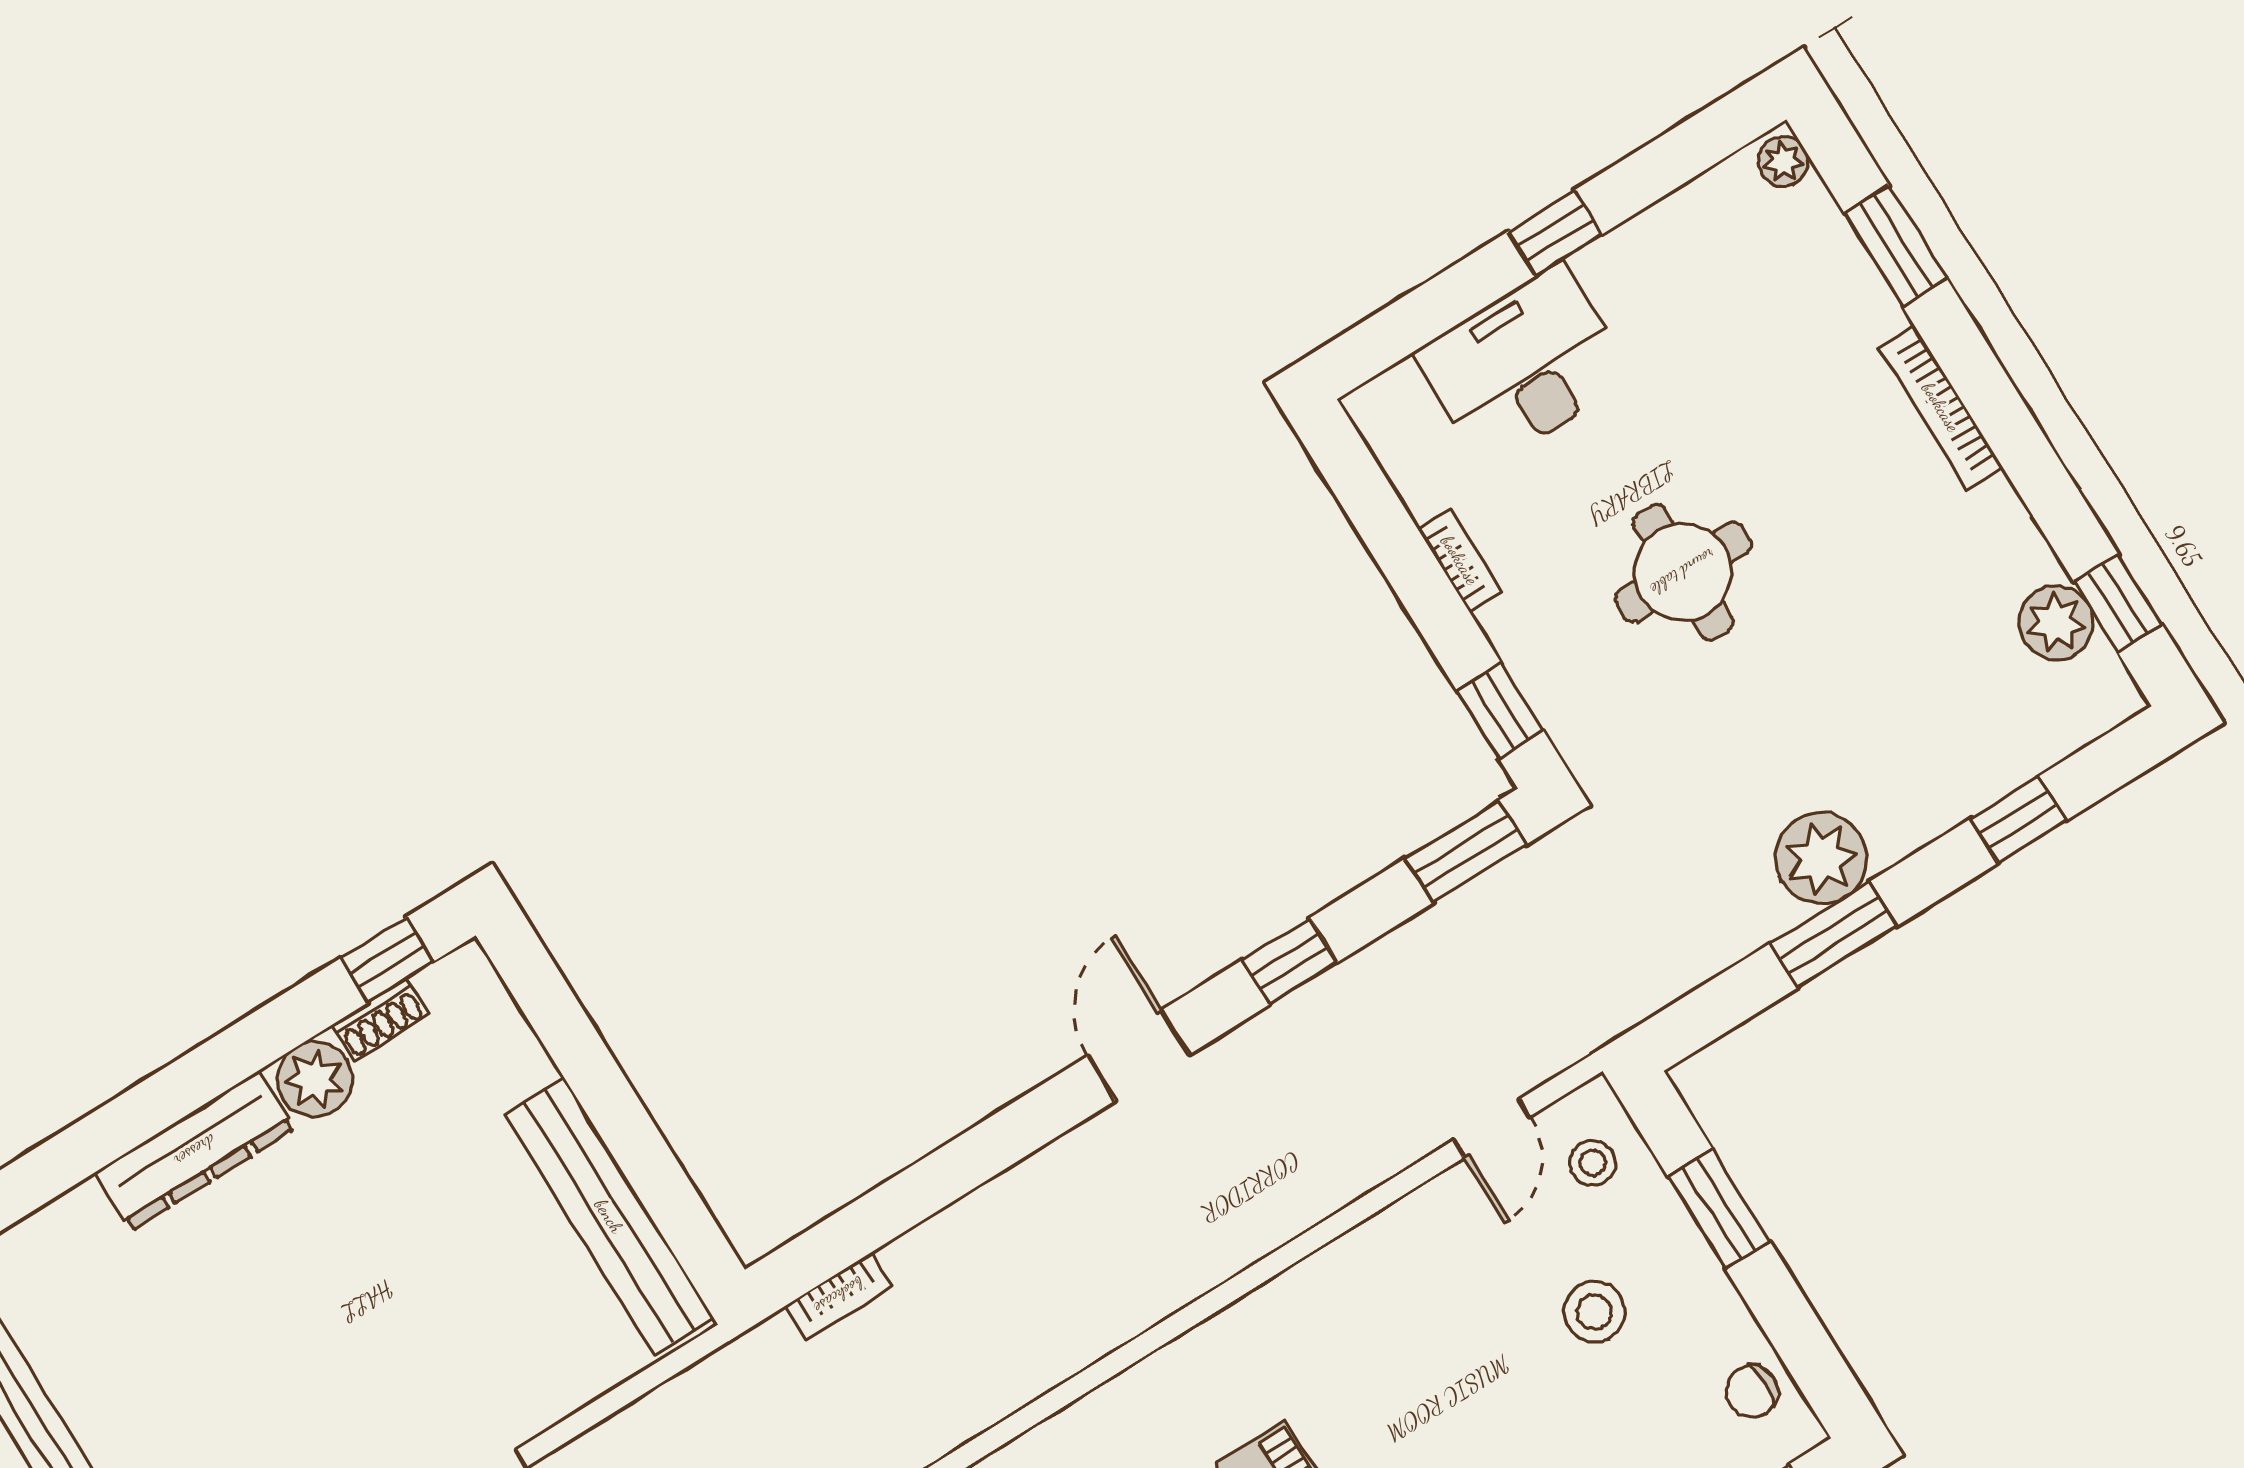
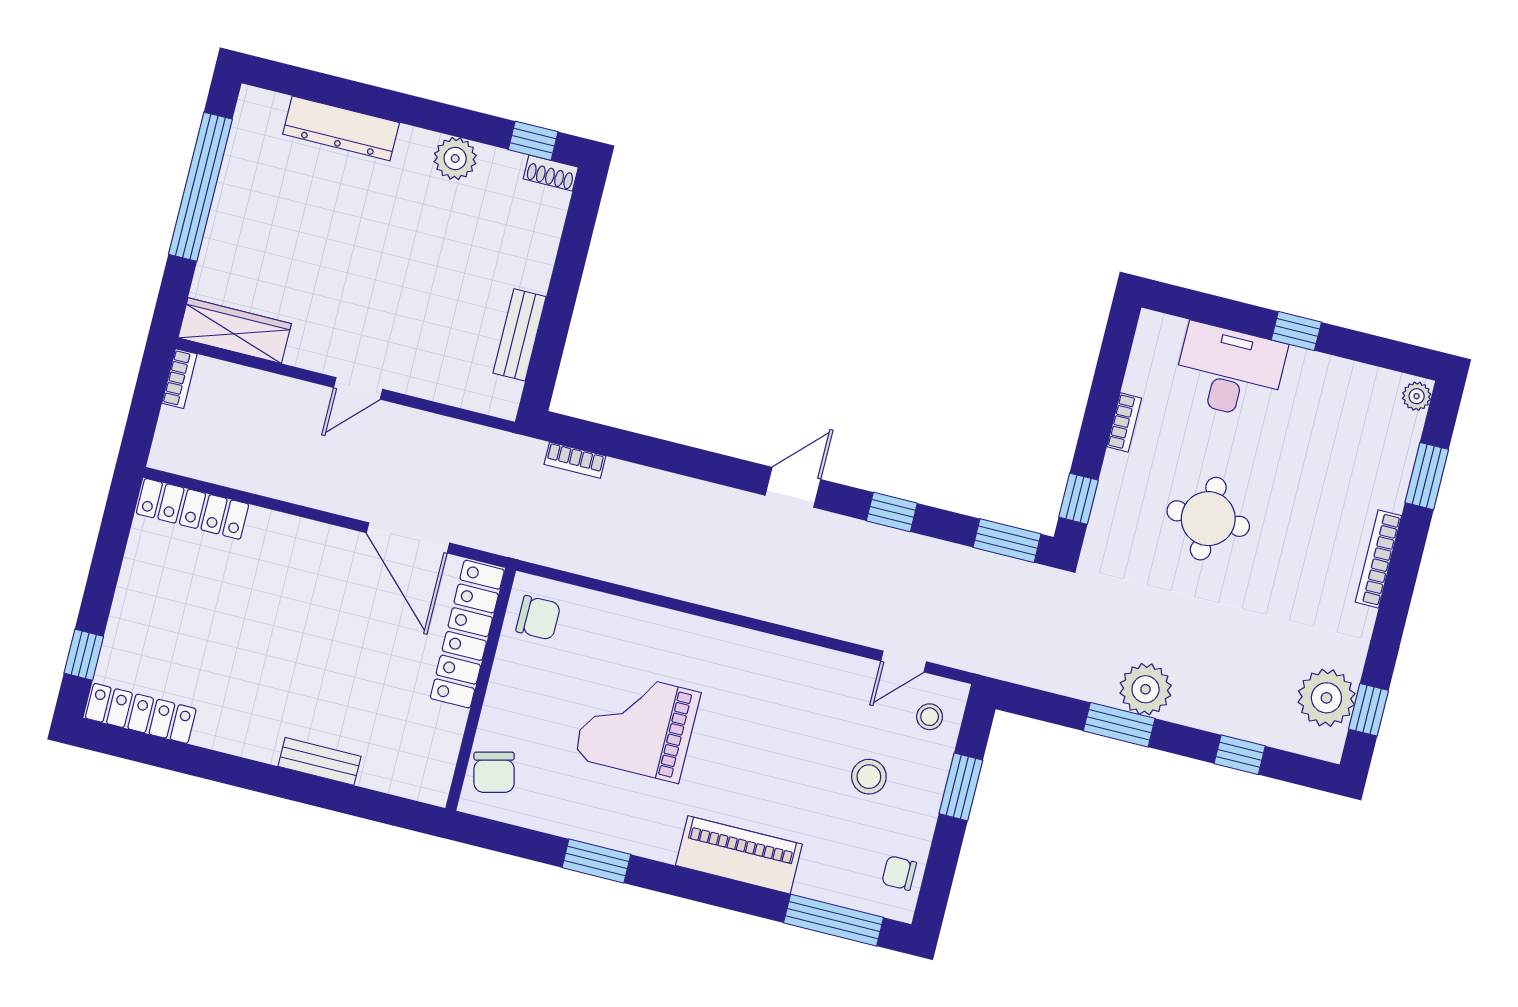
plant: (2056, 623) -> (1326, 698), width x1.36, depth x1.36
shoe rack: (380, 1020) -> (551, 173), moved
dresser: (195, 1151) -> (341, 128), moved
bench: (609, 1216) -> (520, 335), width x0.54, depth x0.82

